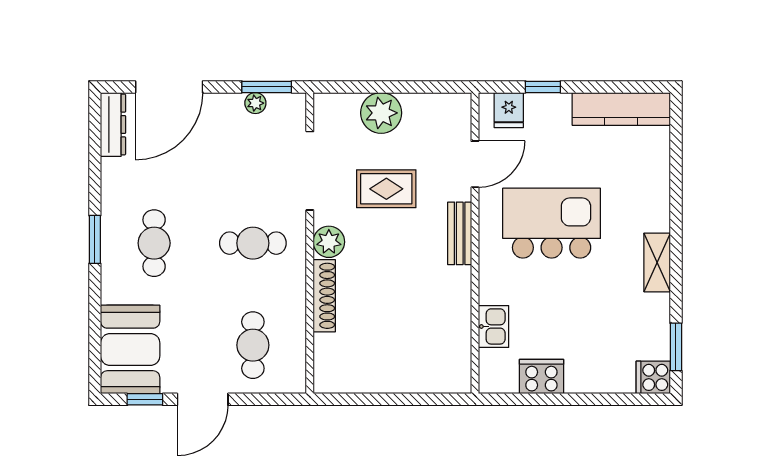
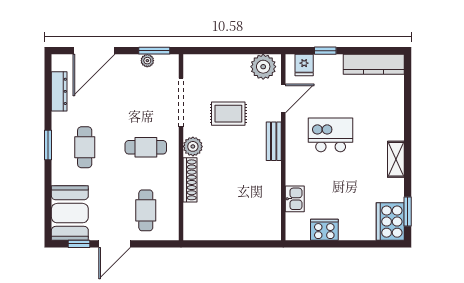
plant: (381, 113) -> (263, 67), moved
dresser: (113, 125) -> (59, 91), moved
kitchen island: (552, 223) -> (331, 135), width x0.73, depth x0.78
cooker: (653, 377) -> (390, 222), width x1.87, depth x1.31

